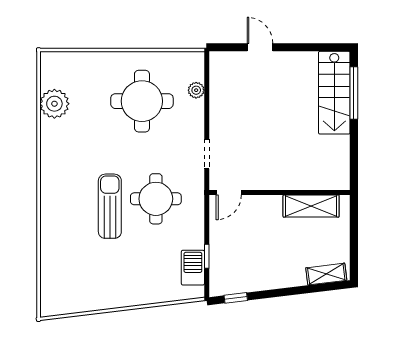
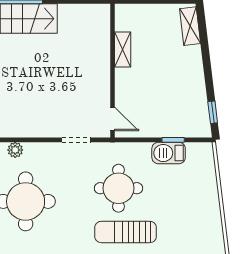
shelving: (311, 206) -> (123, 49), width x0.67, depth x0.75
barbecue: (193, 268) -> (169, 153), moved

